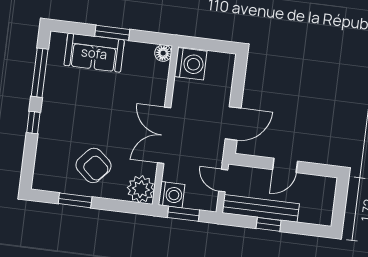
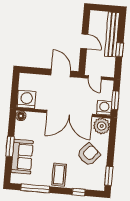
coffee table: (61, 114) -> (59, 175), added
window: (33, 123) -> (79, 192), moved
double door: (164, 135) -> (69, 113), width x1.36
door: (223, 181) -> (95, 77), hinge flipped
window: (75, 200) -> (109, 176), moved
bench: (261, 208) -> (112, 34), moved

